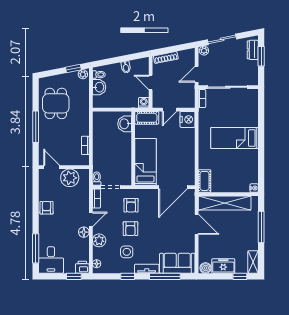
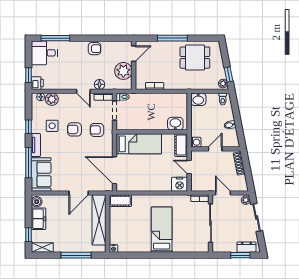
washbasin: (99, 87) -> (198, 99), moved
floor lamp: (84, 232) -> (99, 84), moved
plant: (99, 240) -> (52, 99), moved

